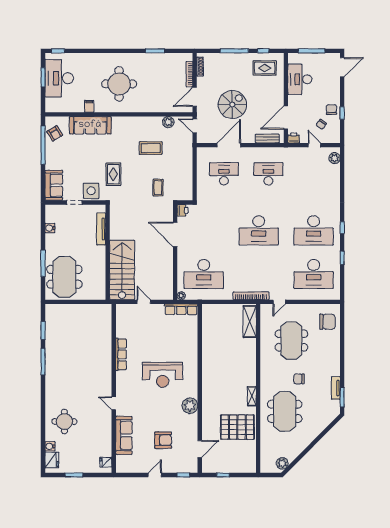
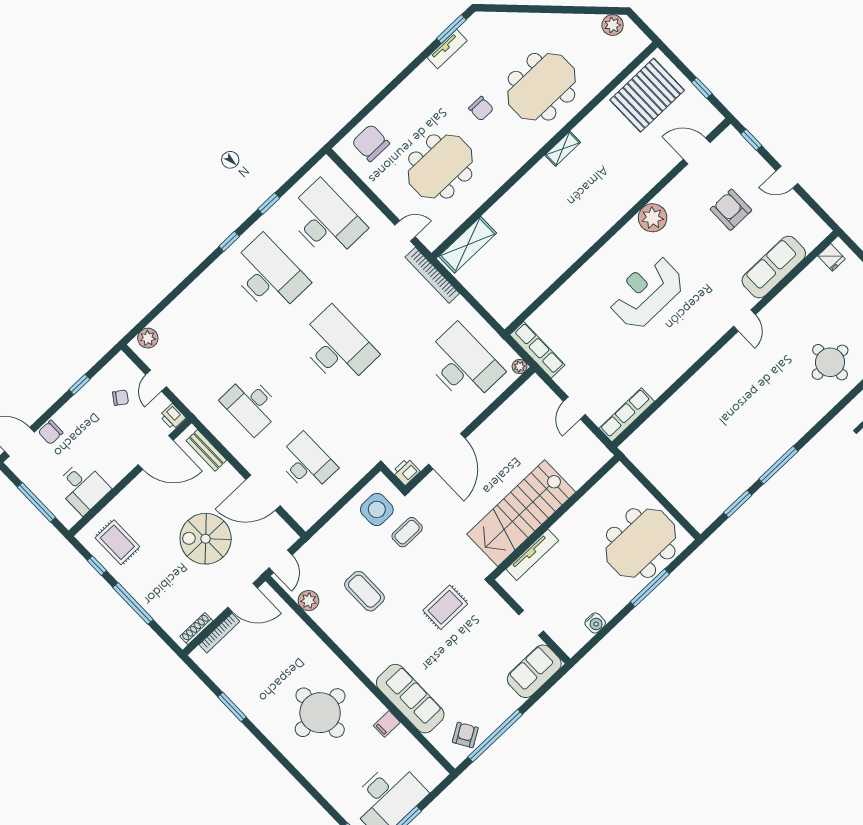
desk: (300, 79) -> (83, 487), width x0.73
chair: (331, 110) -> (51, 432), moved
desk: (224, 174) -> (307, 463), turned 180
side table: (91, 191) -> (377, 509), moved
stairs: (122, 270) -> (521, 513), moved
row of seats: (121, 354) -> (627, 415), moved
reception desk: (163, 375) -> (646, 292), turned -90
pallet: (237, 427) -> (647, 95), moved, turned 90

